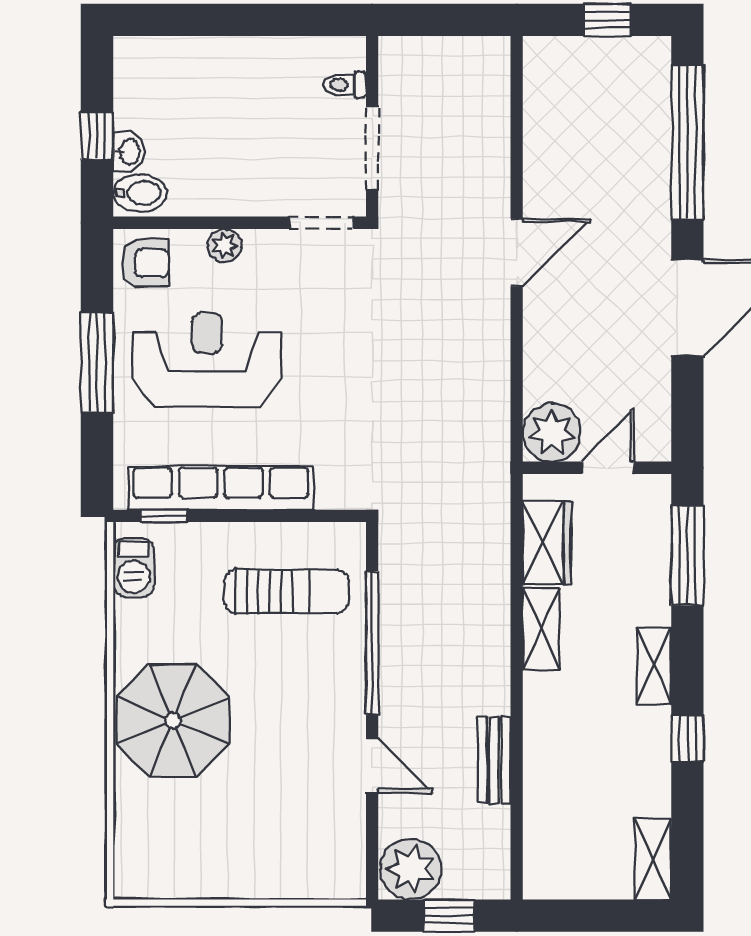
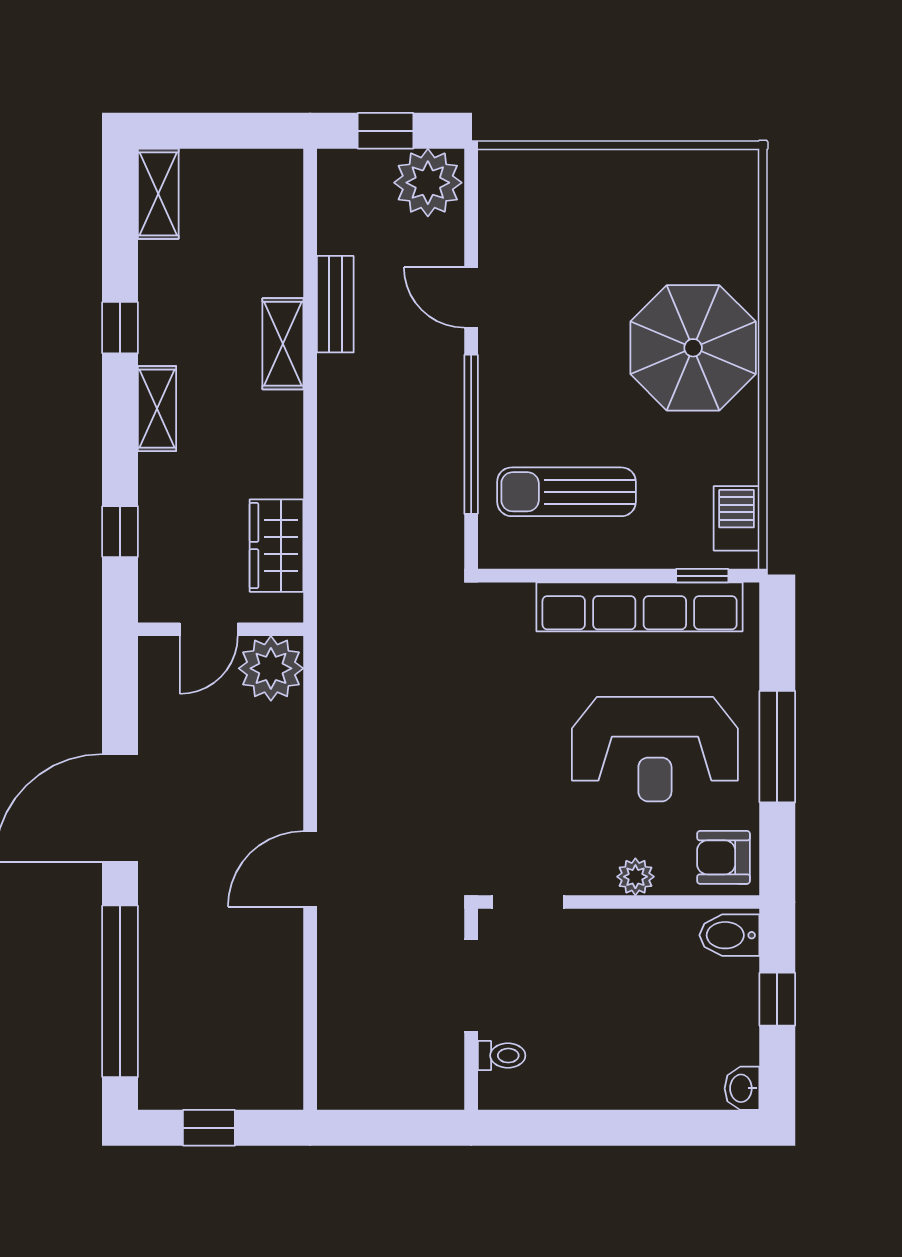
washbasin: (129, 152) -> (742, 1088), moved
window: (687, 556) -> (120, 532), width x0.46
shelving: (541, 629) -> (283, 344), moved

